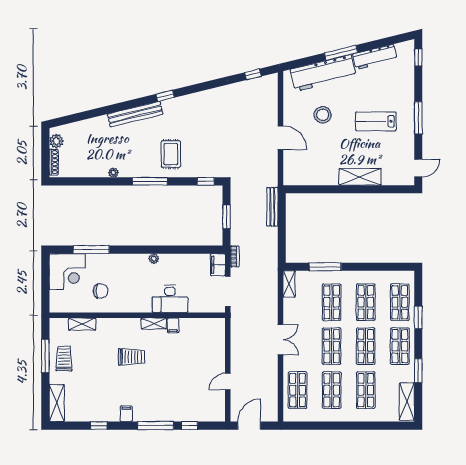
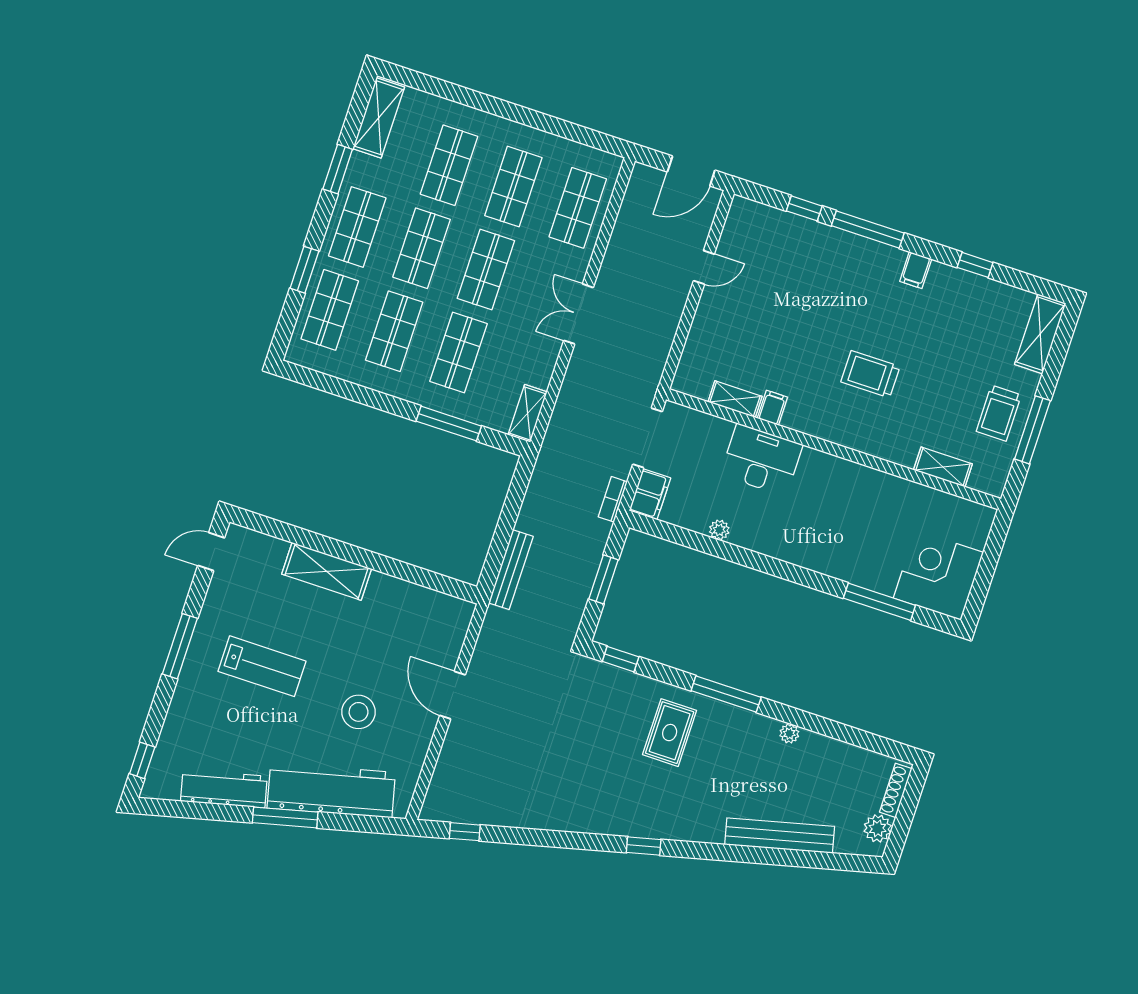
bench: (135, 114) -> (780, 836), moved
plant: (154, 259) -> (719, 530), moved
chair: (101, 291) -> (888, 518), removed
shelving: (154, 324) -> (735, 399), moved

